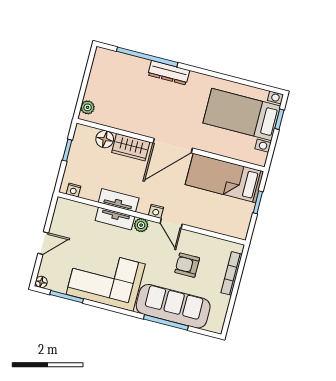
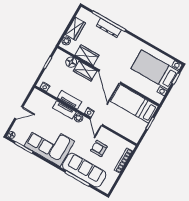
dresser: (169, 73) -> (109, 28), moved
wardrobe: (97, 84) -> (75, 29), added
wardrobe: (127, 121) -> (87, 55), added
door: (173, 146) -> (110, 77), hinge flipped

